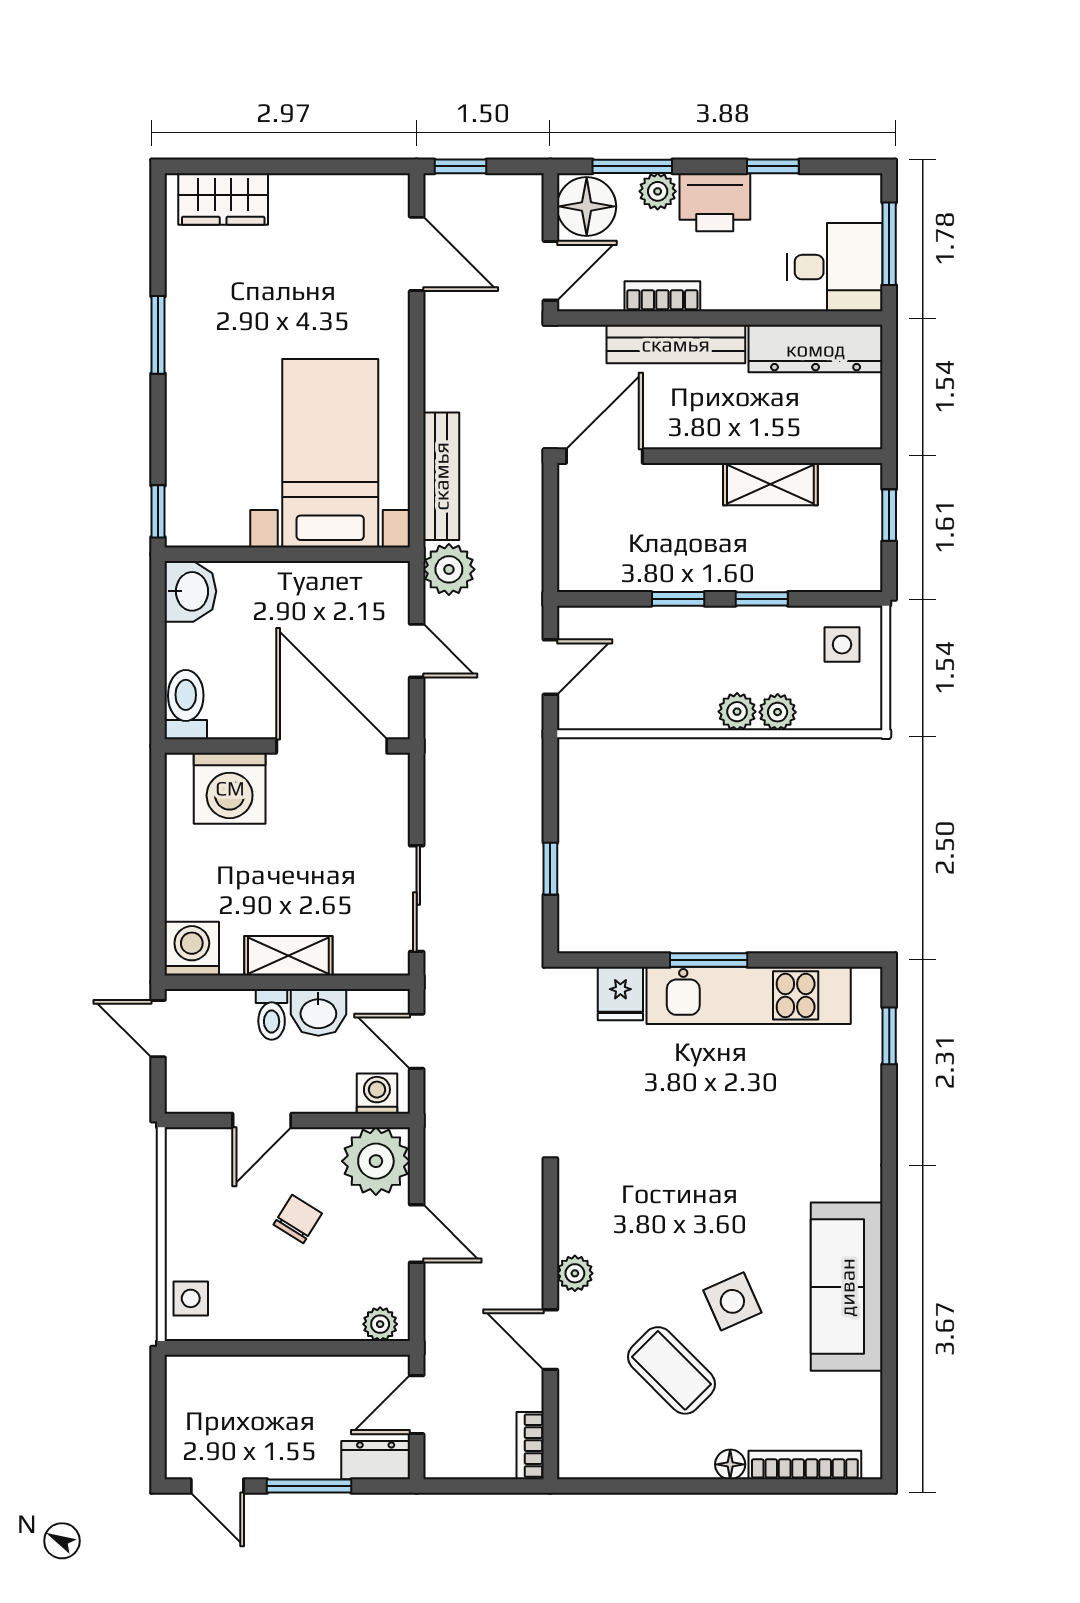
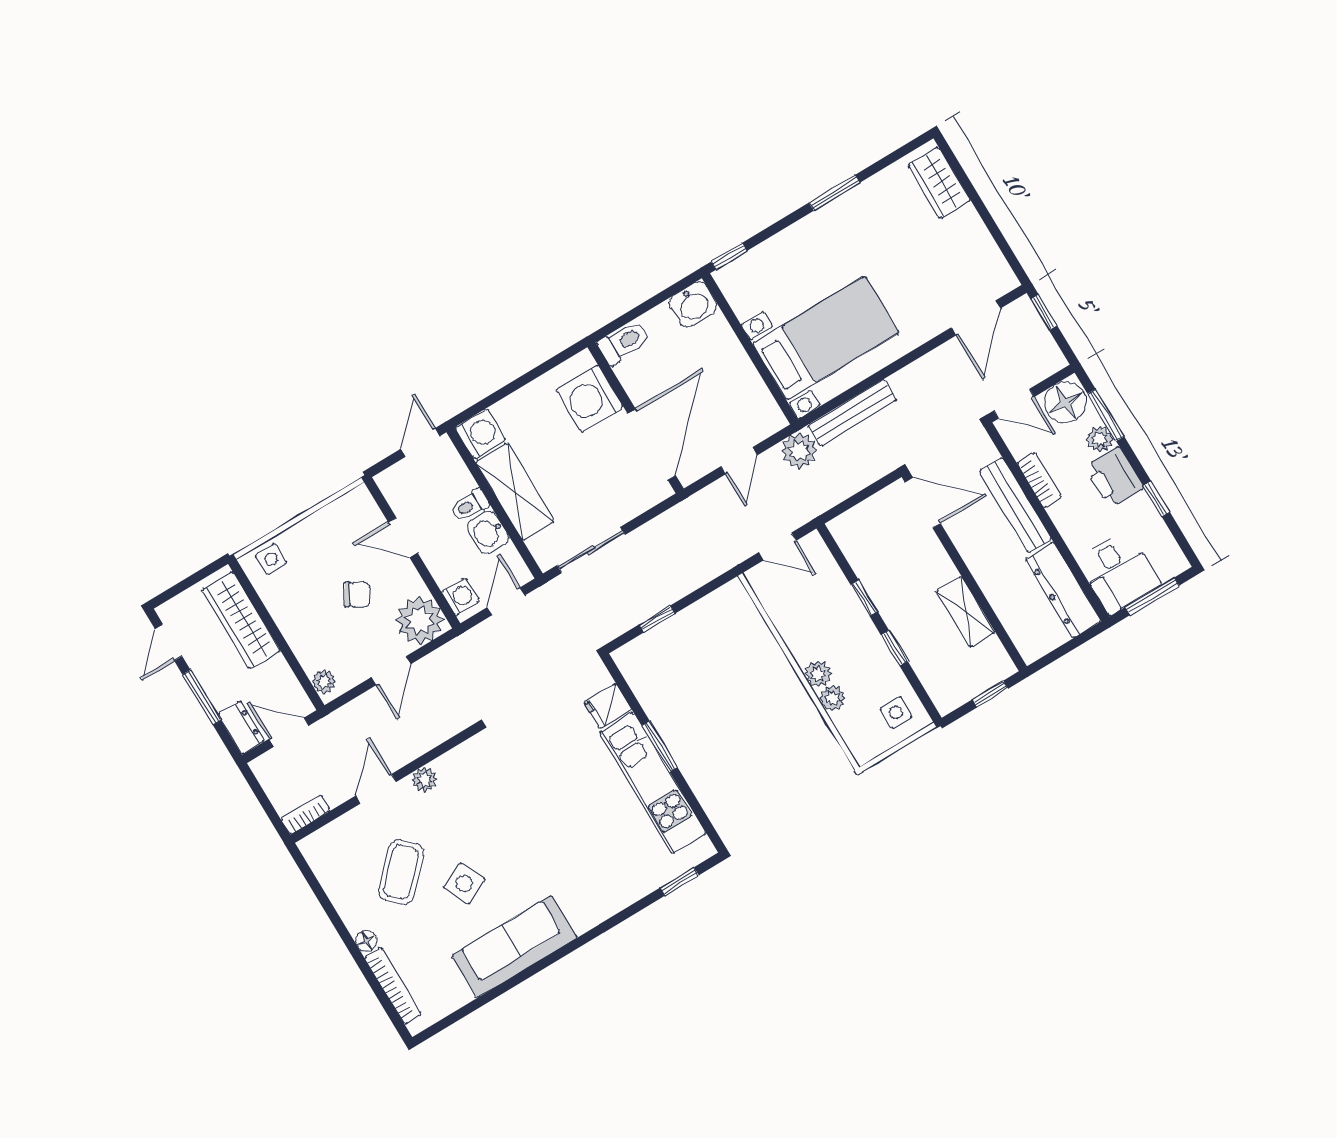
shelving: (288, 956) -> (515, 492), width x1.50, depth x1.33
wardrobe: (244, 1380) -> (241, 620), added

